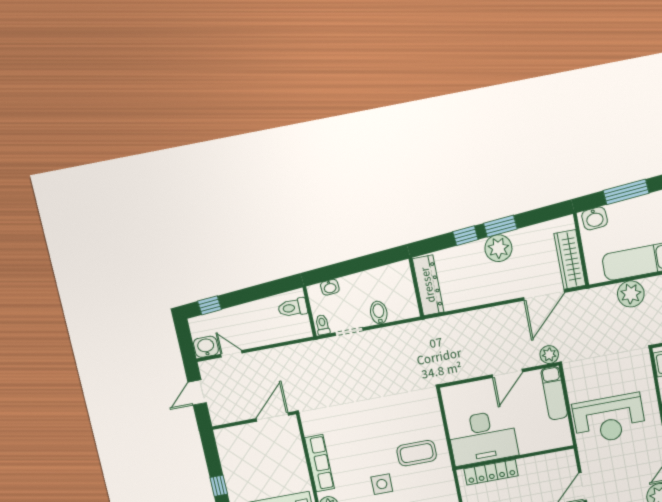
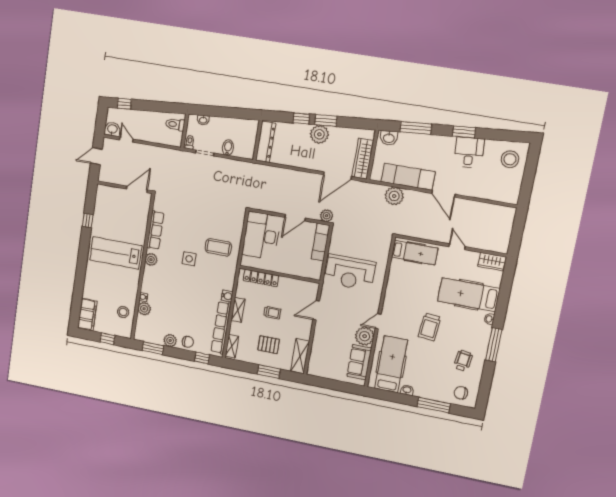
desk: (483, 438) -> (261, 236), moved, turned 90

